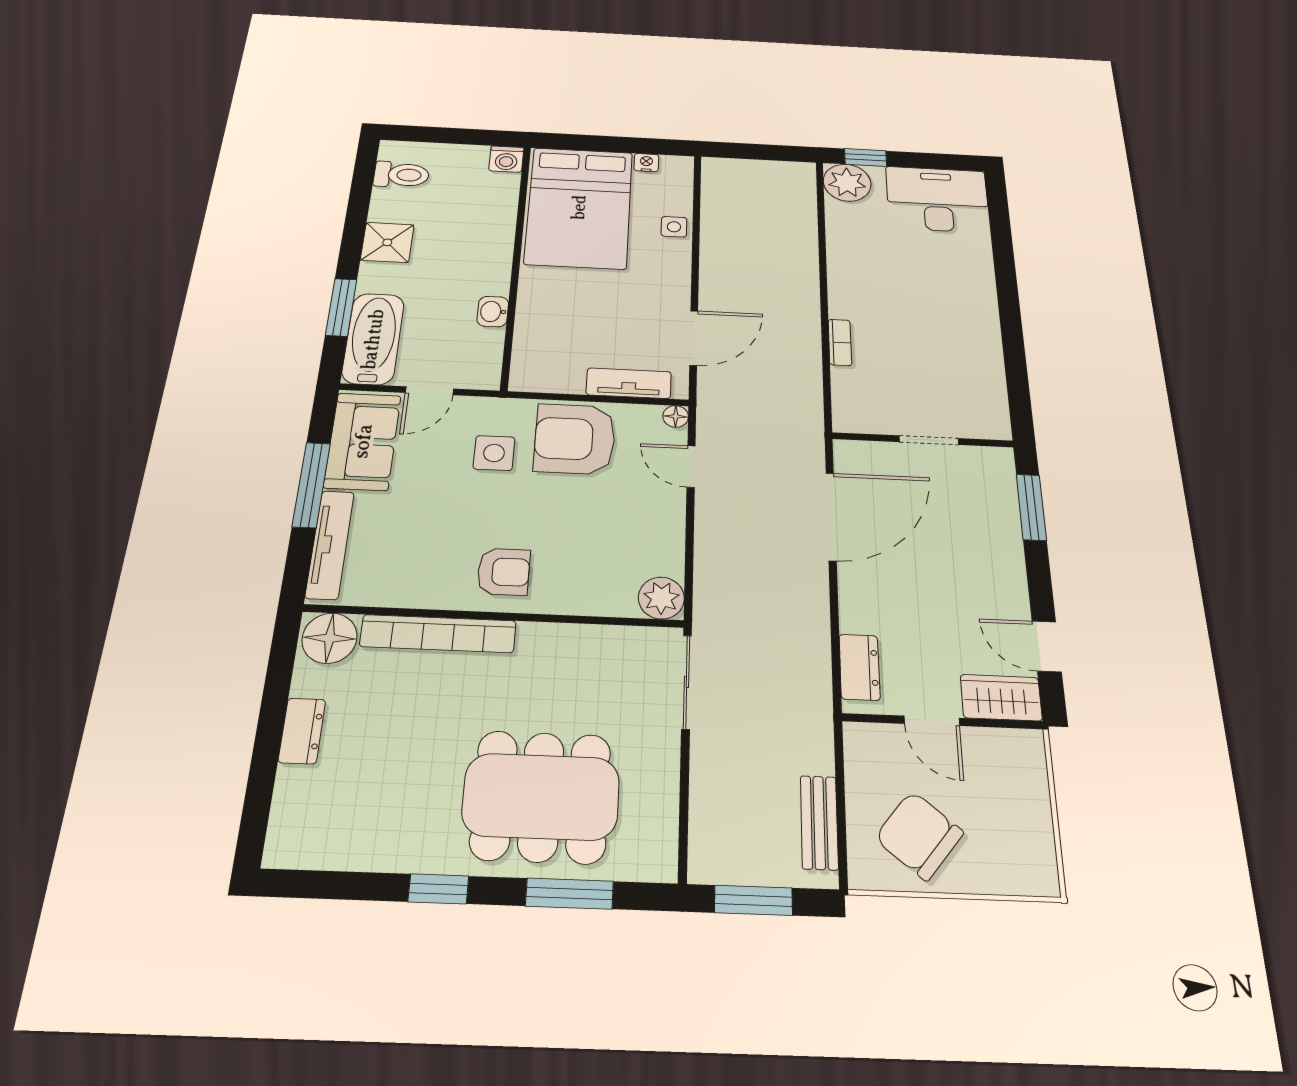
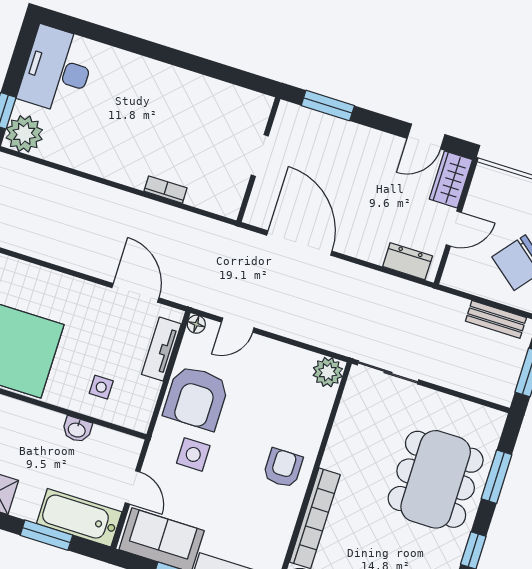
side table: (674, 227) -> (101, 387), moved

